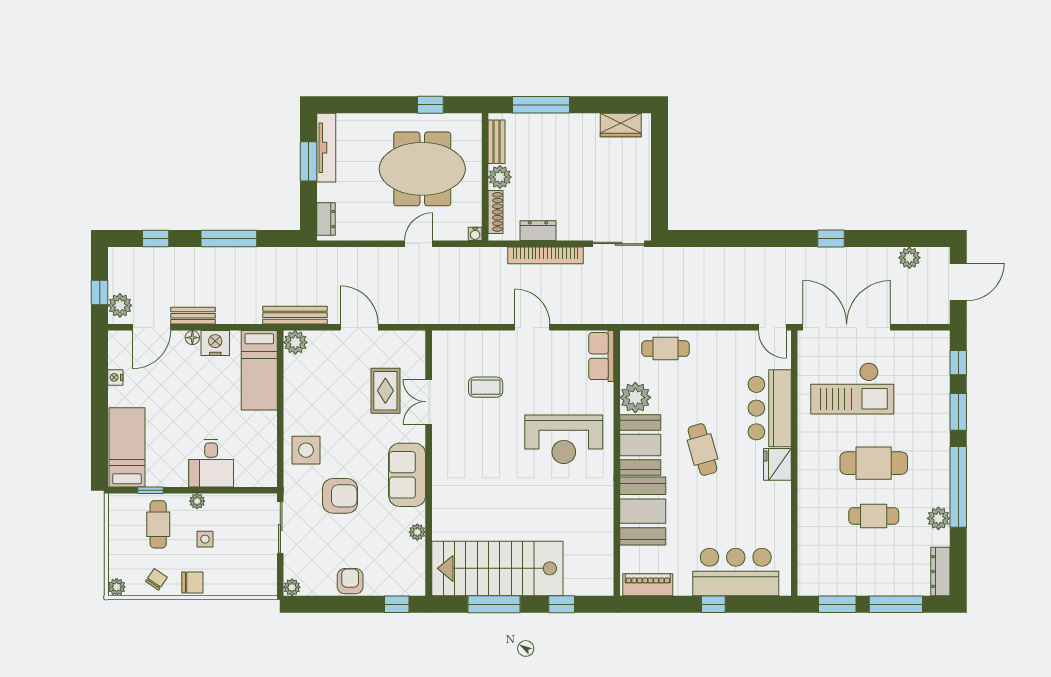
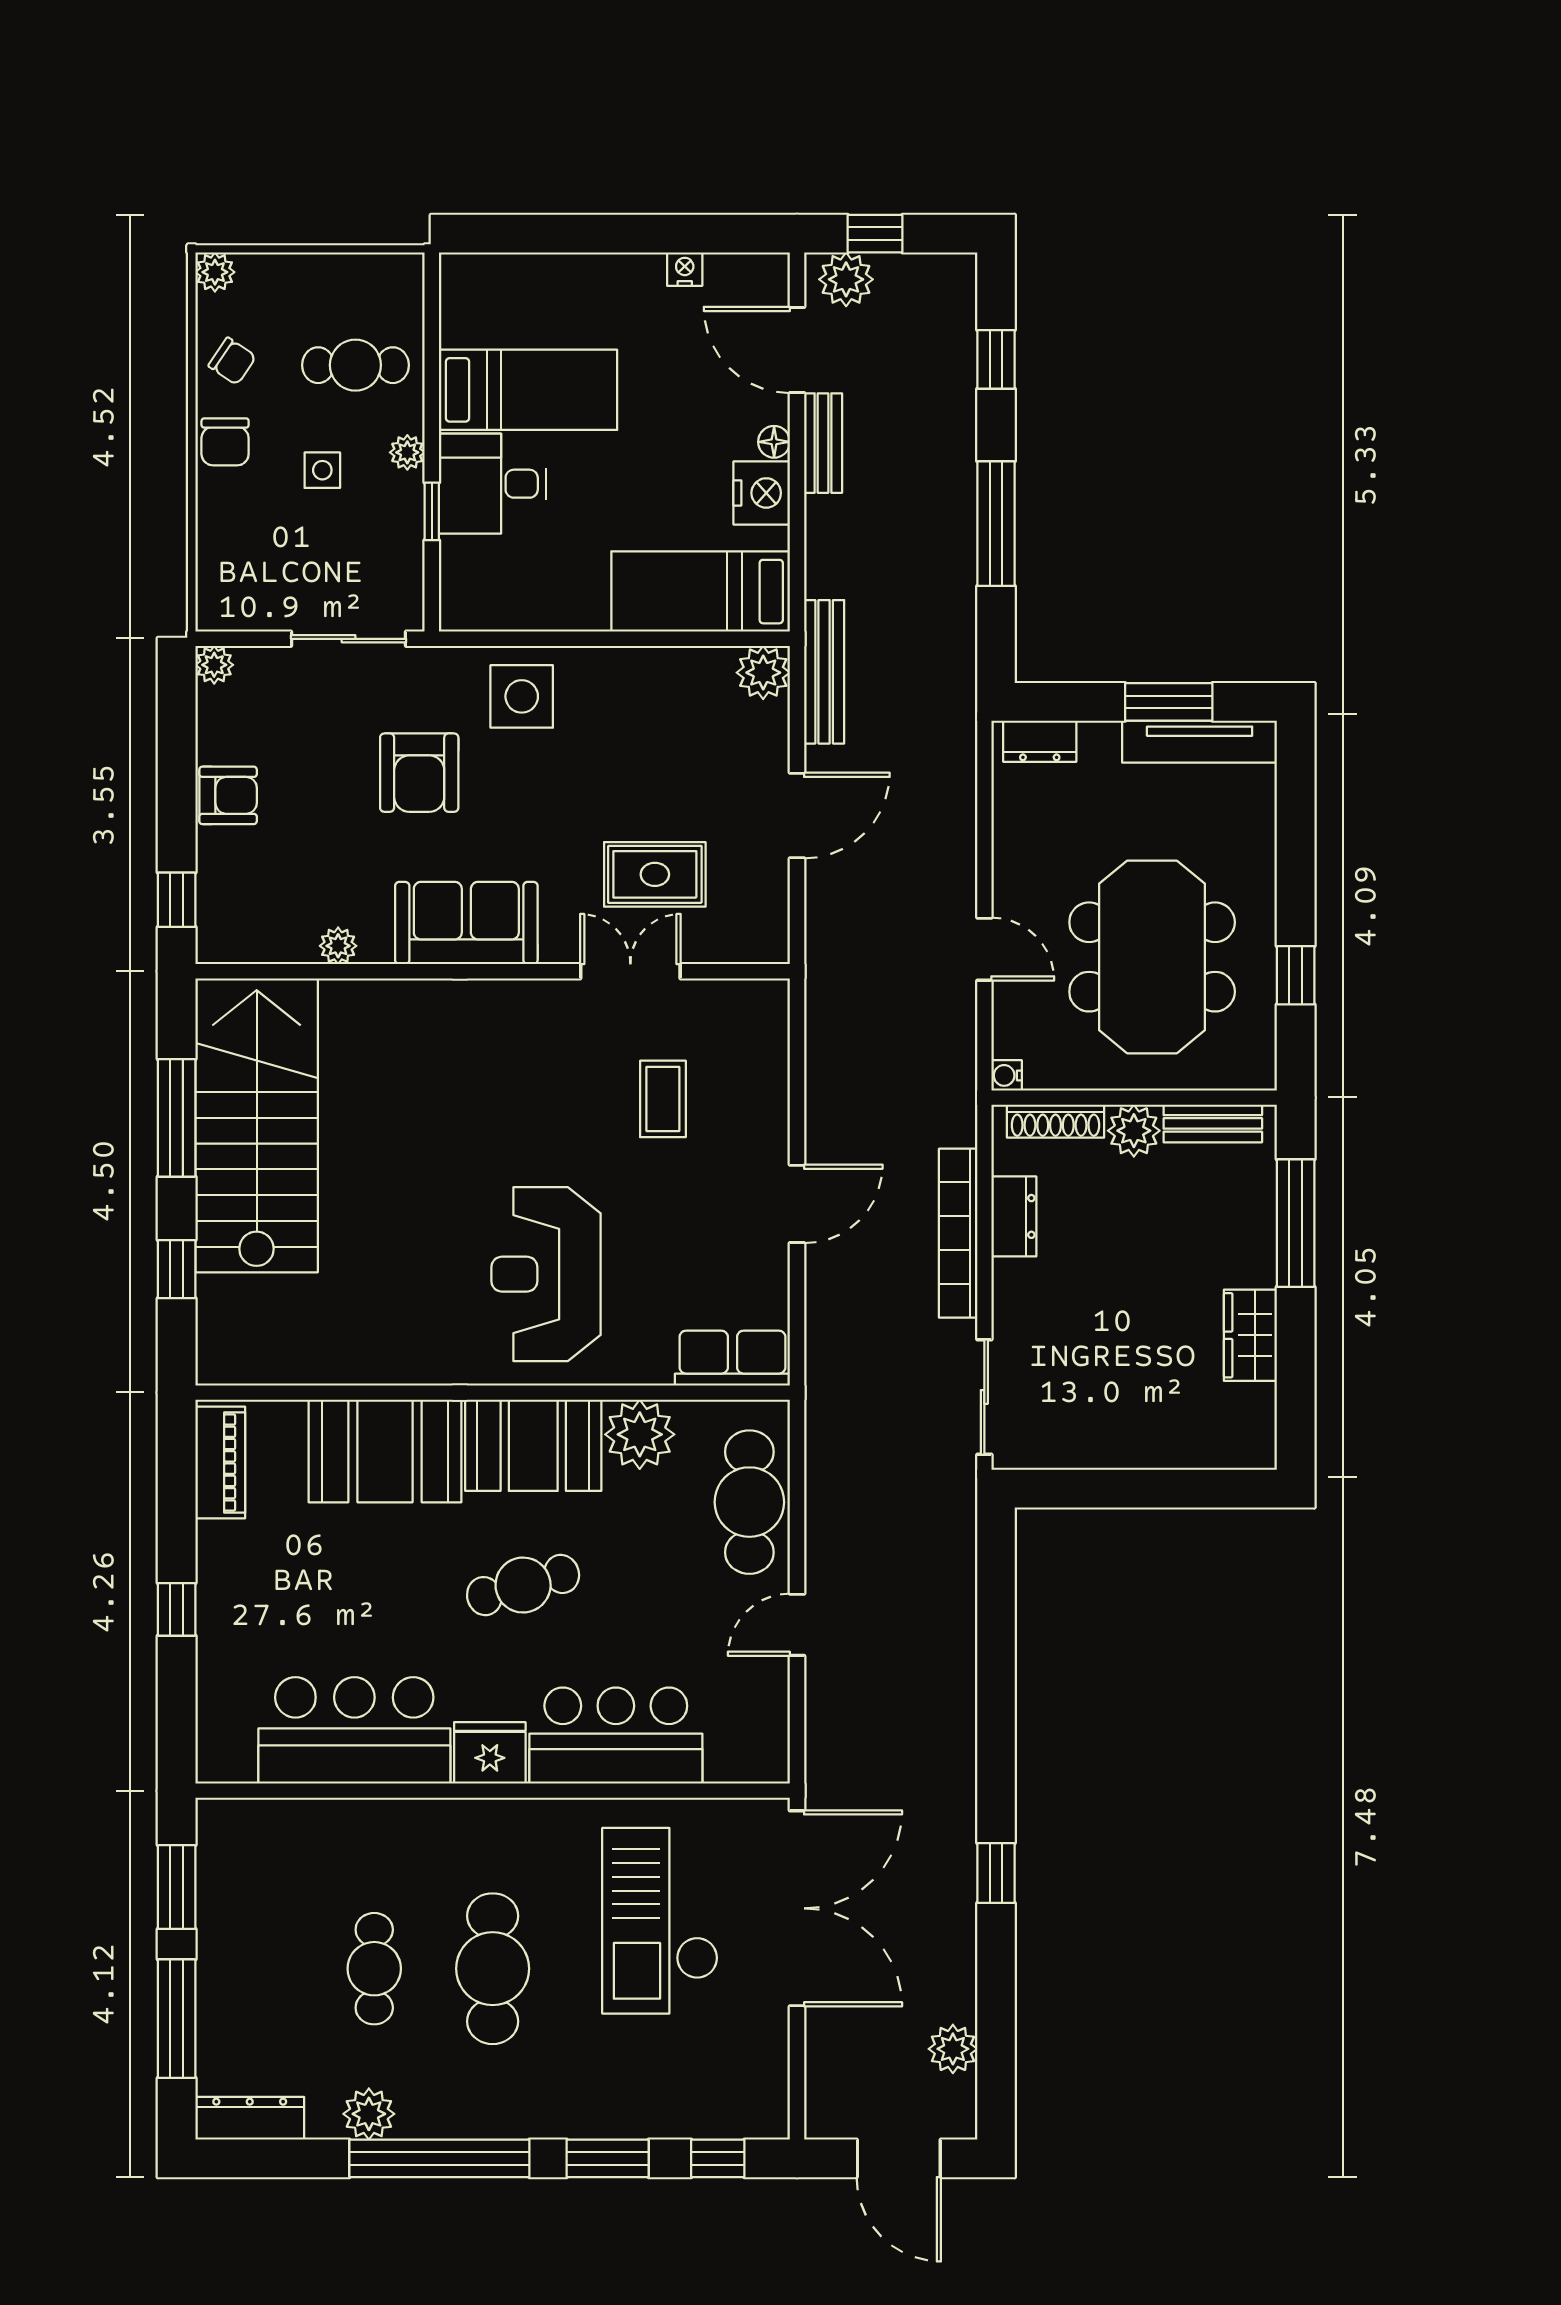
wardrobe: (621, 125) -> (1250, 1335), moved
door: (772, 327) -> (797, 1625), moved
cafe table: (665, 349) -> (749, 1502), width x1.37, depth x1.35
bed: (127, 447) -> (528, 390), moved
window: (151, 490) -> (432, 511), moved
bar counter: (736, 572) -> (354, 1730), moved, turned -90

